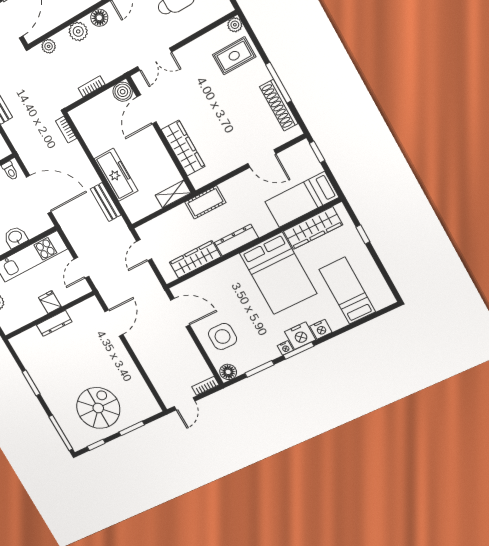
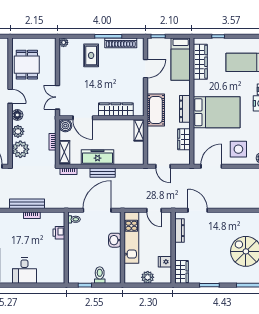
plant: (49, 46) -> (20, 149), width x1.87, depth x1.87
rug: (234, 56) -> (91, 55), moved
double door: (154, 59) -> (57, 97), swing flipped
shelving: (87, 110) -> (64, 152), added
freezer: (116, 175) -> (98, 157), moved
bench: (106, 202) -> (103, 173), moved
cot: (205, 202) -> (156, 110), width x1.37, depth x1.34
wardrobe: (195, 259) -> (184, 139), width x0.67
bed: (278, 273) -> (217, 112), moved
fridge: (50, 302) -> (165, 262), moved
dresser: (54, 323) -> (179, 231), moved
wardrobe: (26, 341) -> (181, 272), added

